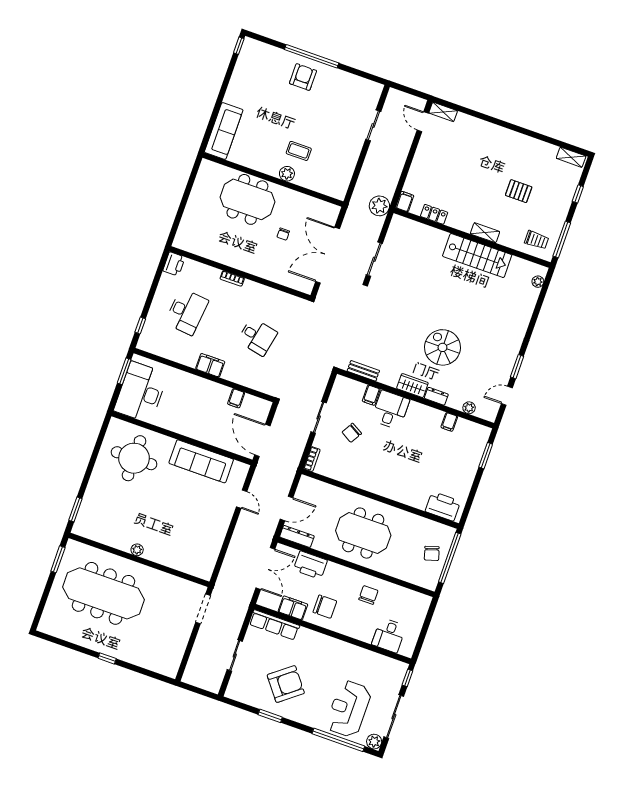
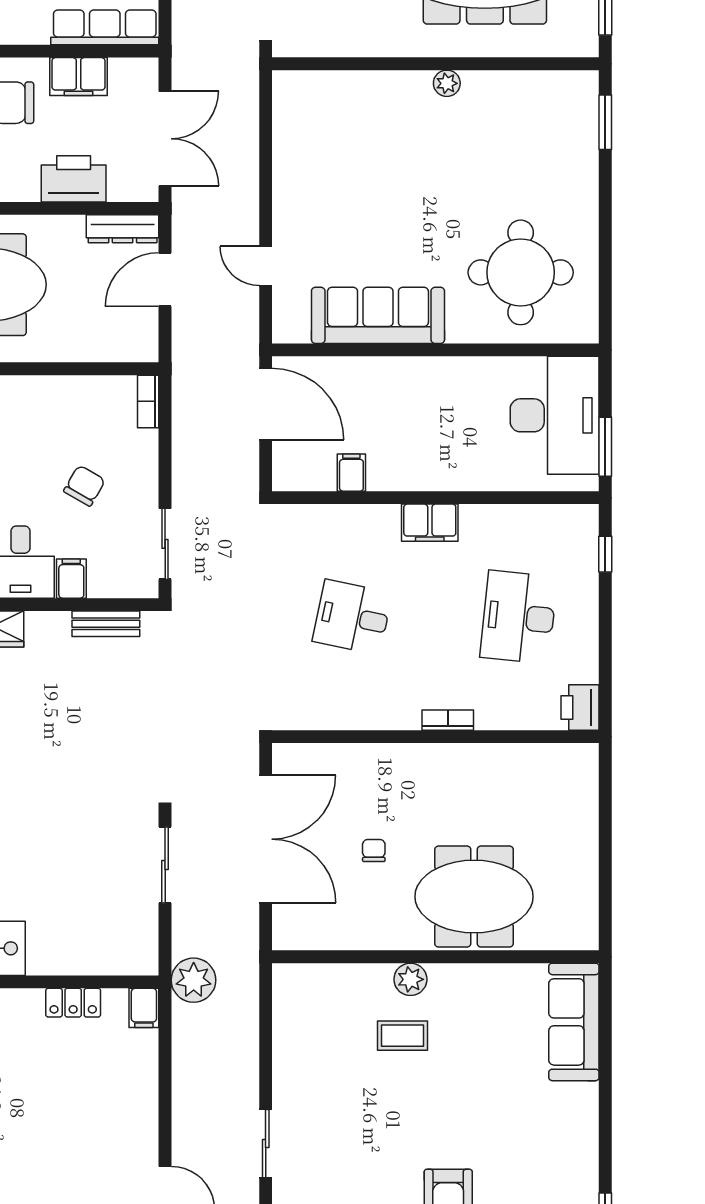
sliding door: (319, 417) -> (165, 544), moved
double door: (265, 568) -> (165, 139), swing flipped

